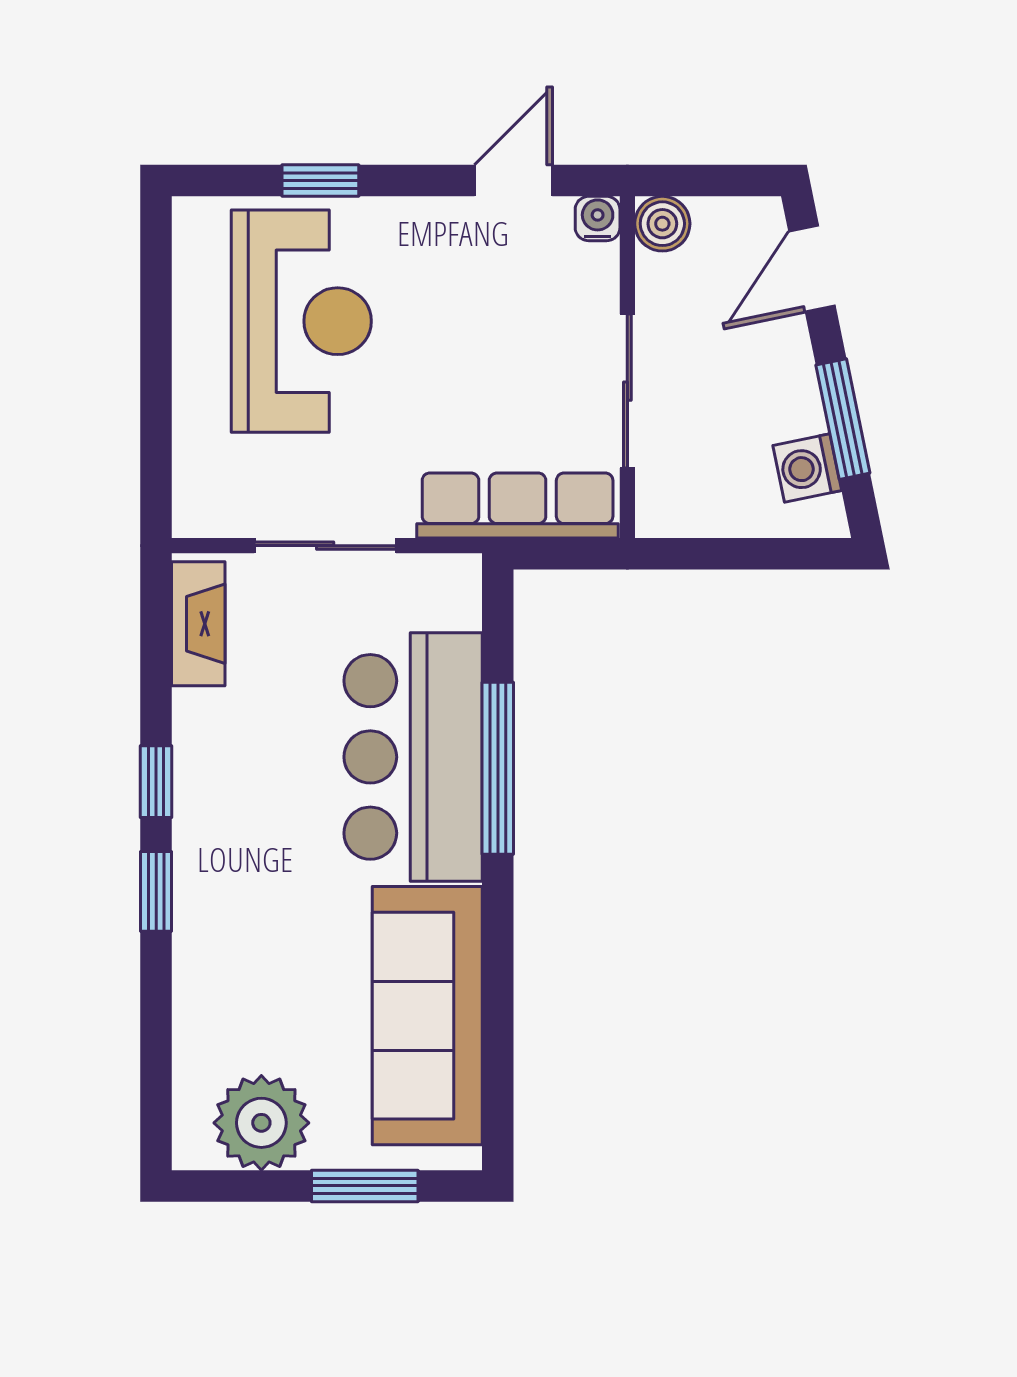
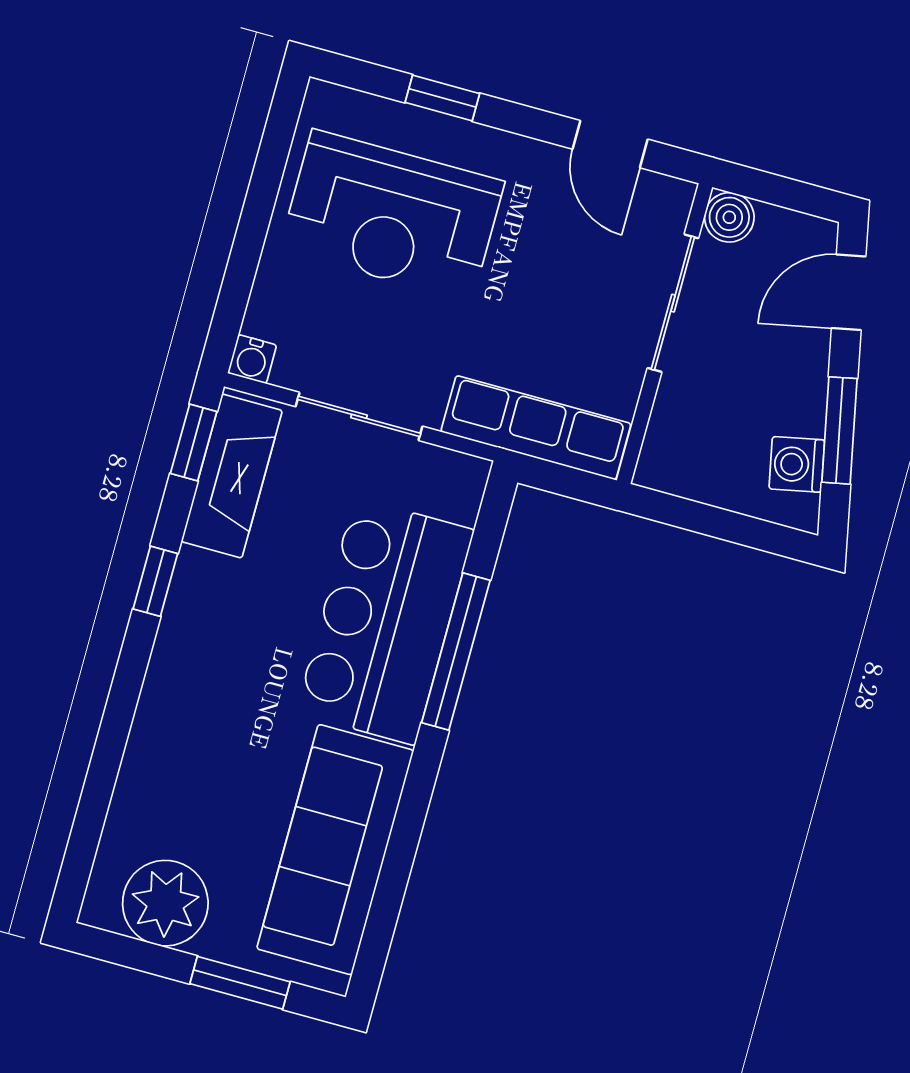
door: (513, 181) -> (610, 144), swing flipped
water cooler: (598, 219) -> (252, 359), moved, turned 180
reception desk: (301, 321) -> (392, 216), turned 90
sliding door: (627, 391) -> (673, 303), moved
fireplace: (198, 624) -> (232, 476), width x1.37, depth x1.32
window: (156, 891) -> (194, 442), moved

